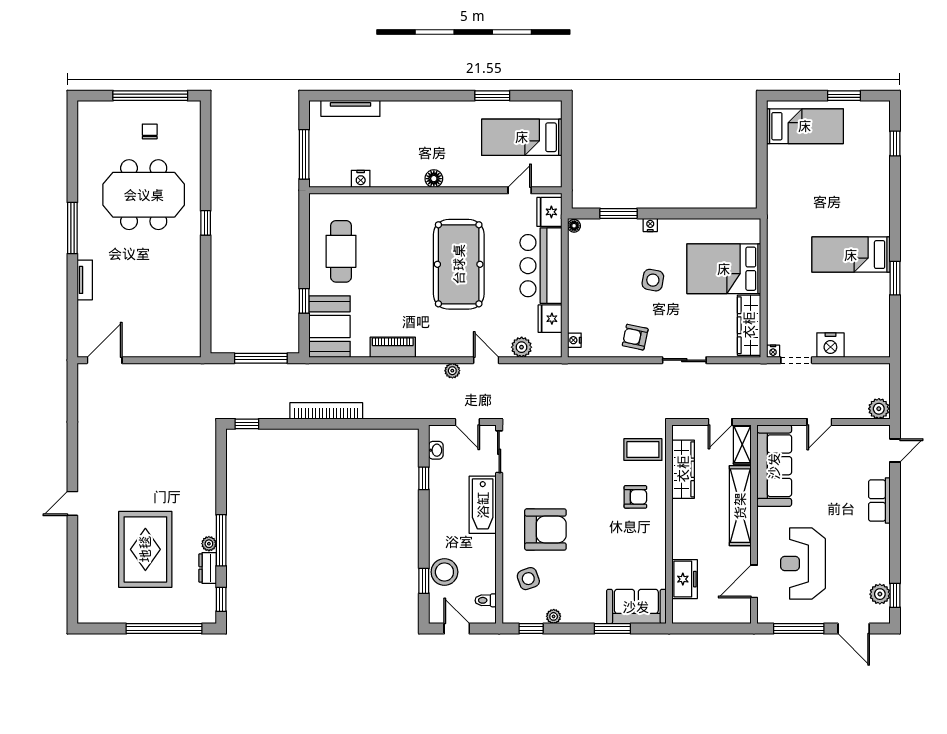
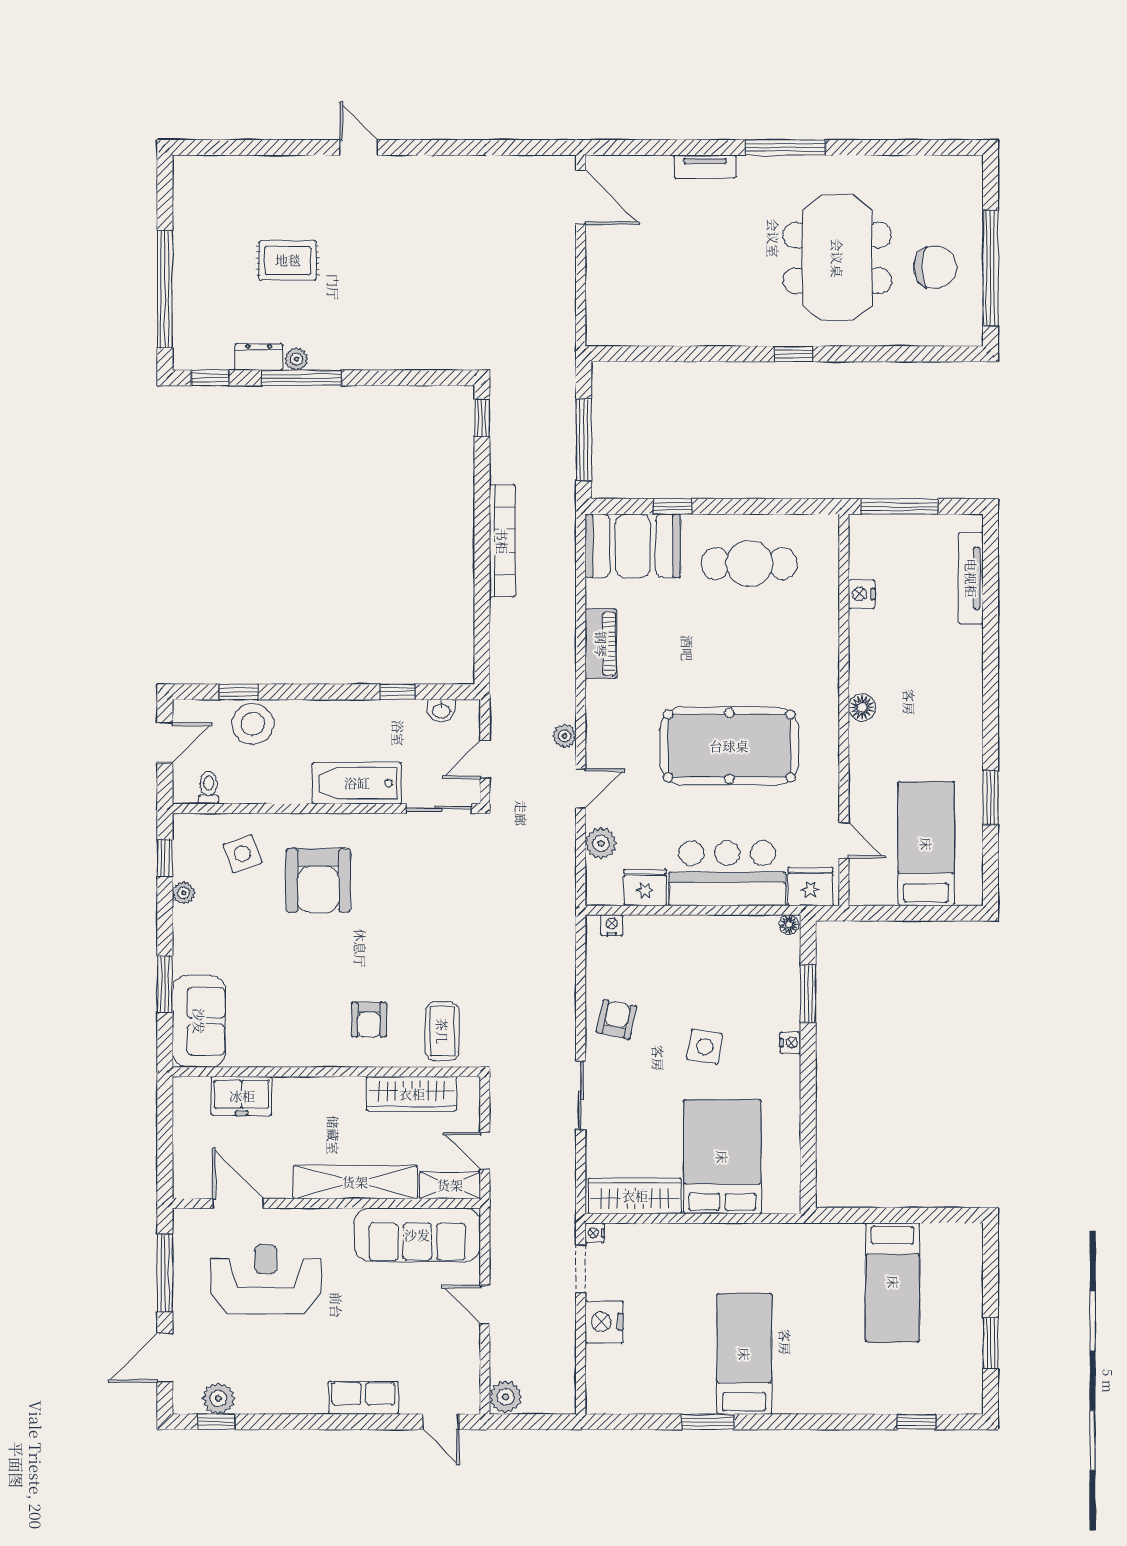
bed: (805, 126) -> (893, 1282), moved
chair: (150, 131) -> (935, 267), width x1.87, depth x1.87
rug: (145, 549) -> (288, 260), width x0.54, depth x0.49

